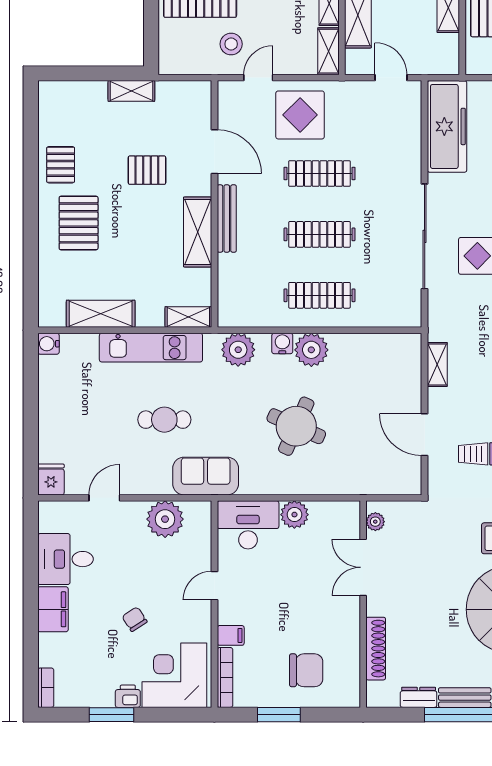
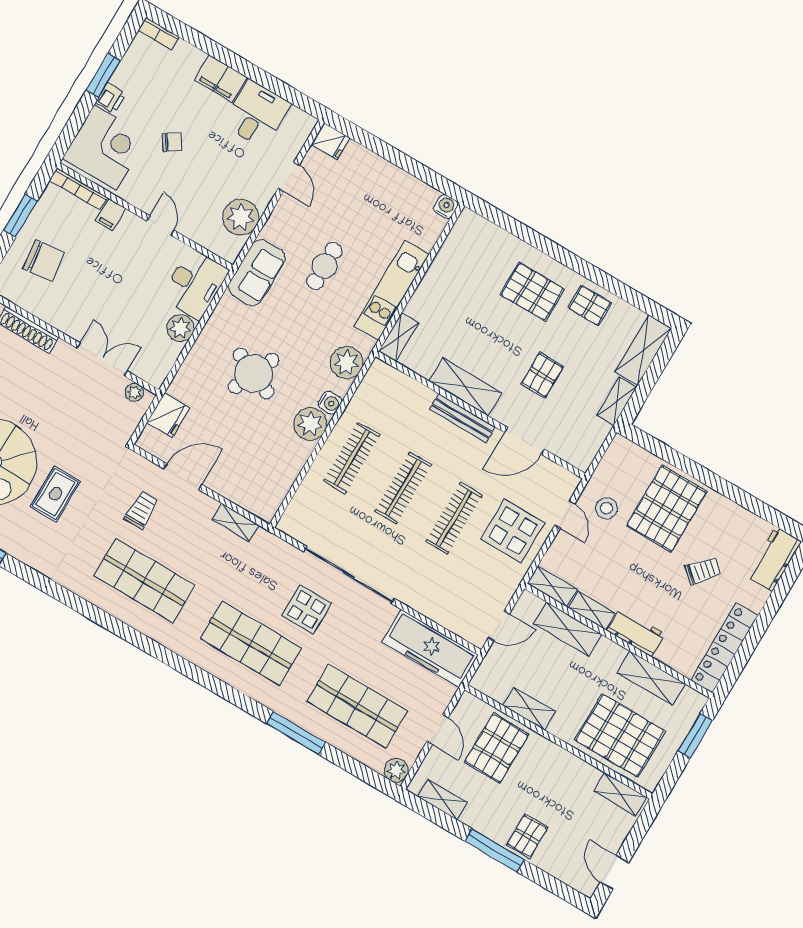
shelving: (101, 314) -> (643, 350), moved
fridge: (378, 480) -> (168, 415), added
chair: (306, 670) -> (44, 261), turned -97

